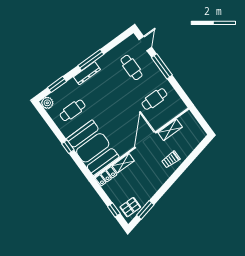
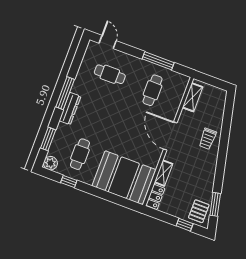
window: (162, 66) -> (158, 61), moved
shelving: (170, 130) -> (193, 97), moved
window: (68, 147) -> (69, 181), moved

